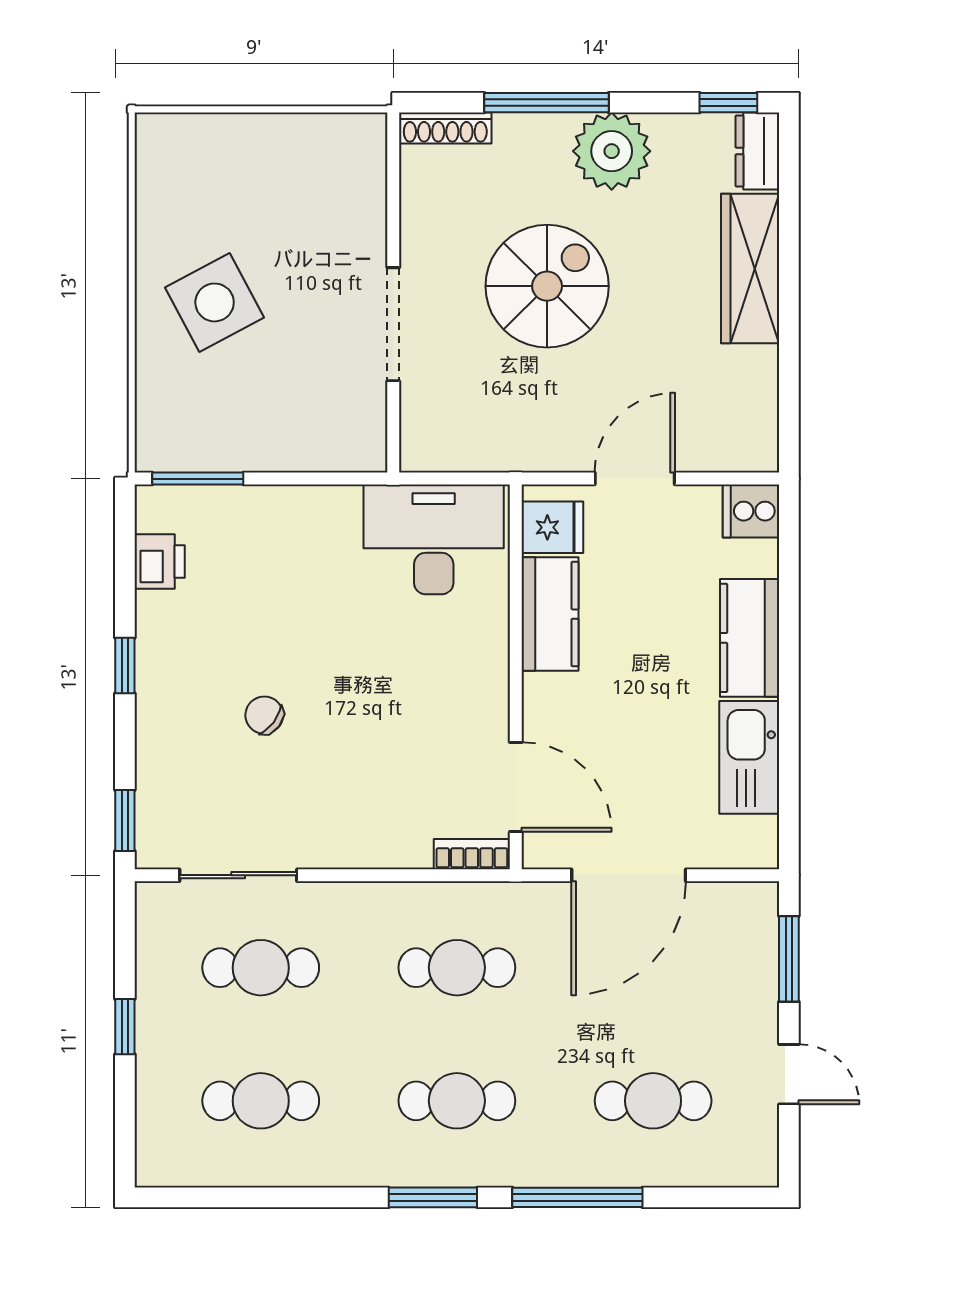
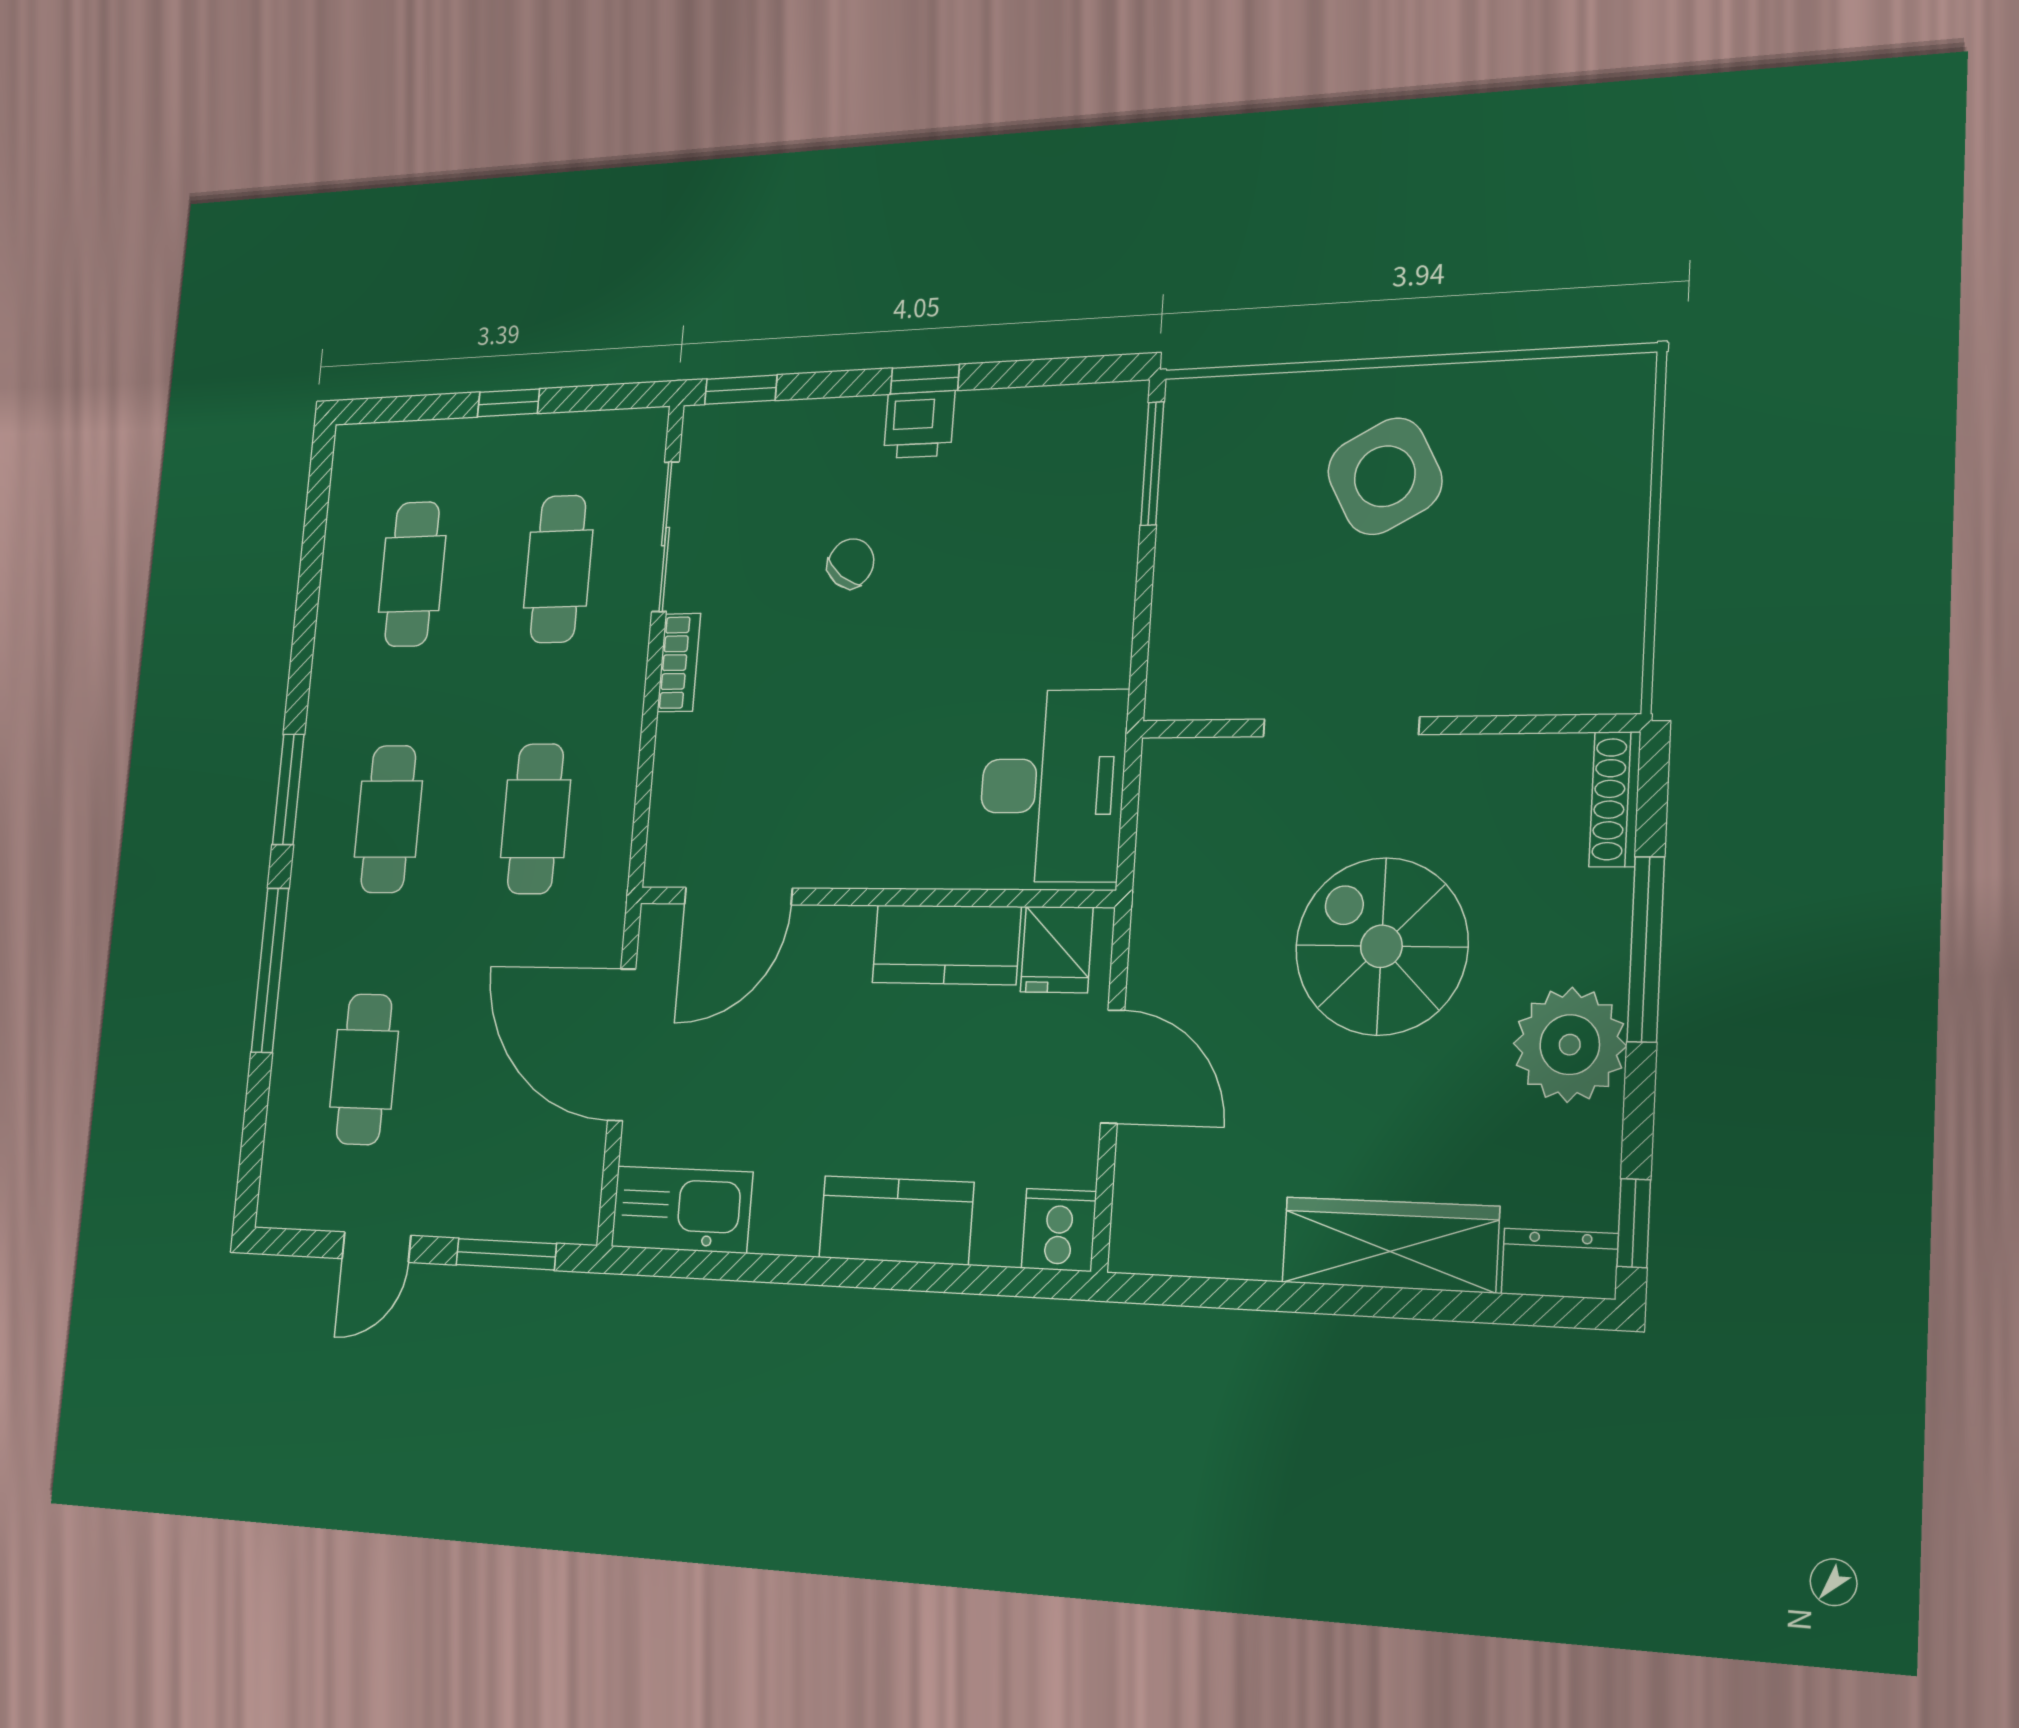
spiral stairs: (547, 286) -> (1381, 946), turned 180
printer: (160, 562) -> (919, 424), moved
kitchen sink: (749, 757) -> (682, 1209), moved
bookcase: (472, 854) -> (679, 663), moved

